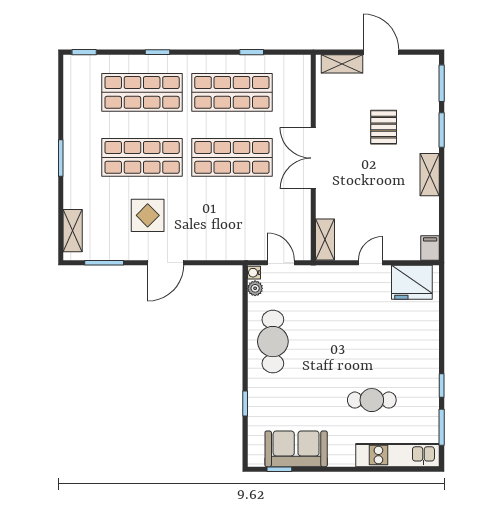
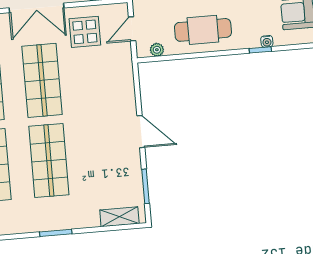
display table: (148, 215) -> (85, 32), moved
water cooler: (254, 273) -> (267, 41), moved

